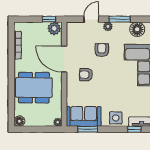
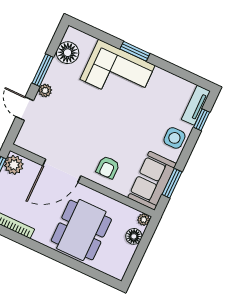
armchair: (102, 50) -> (73, 114), removed
armchair: (86, 75) -> (108, 167), moved
floor lamp: (19, 121) -> (134, 236), moved

